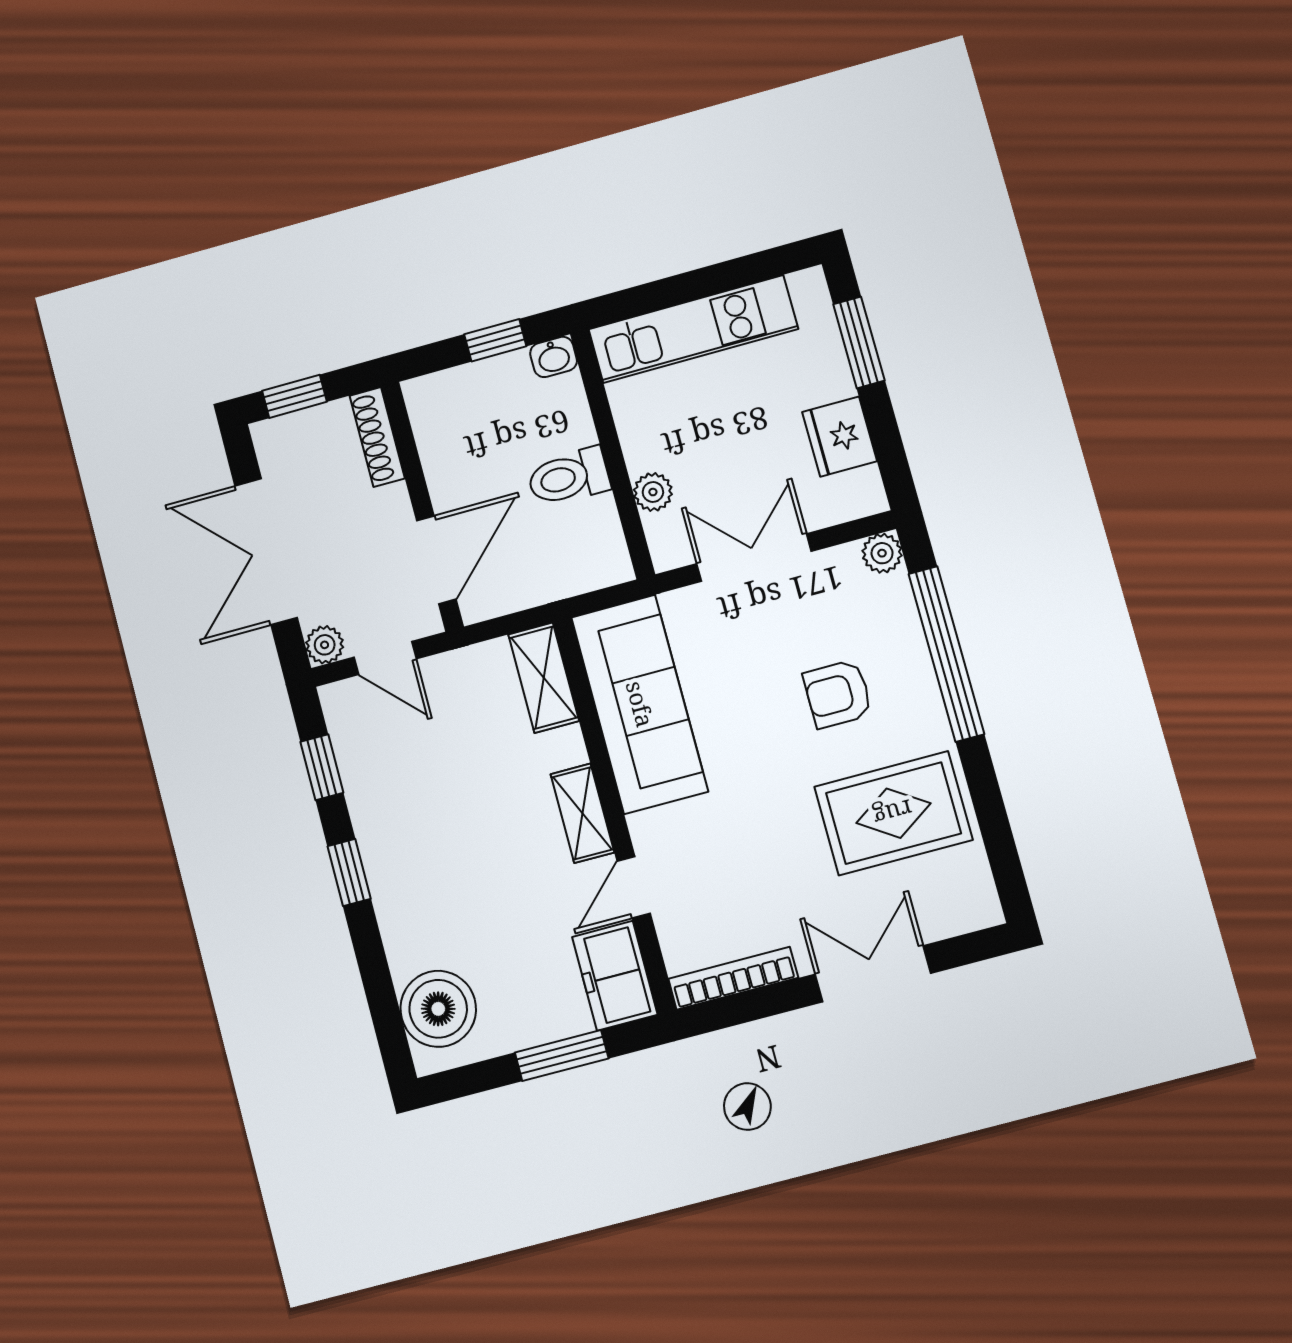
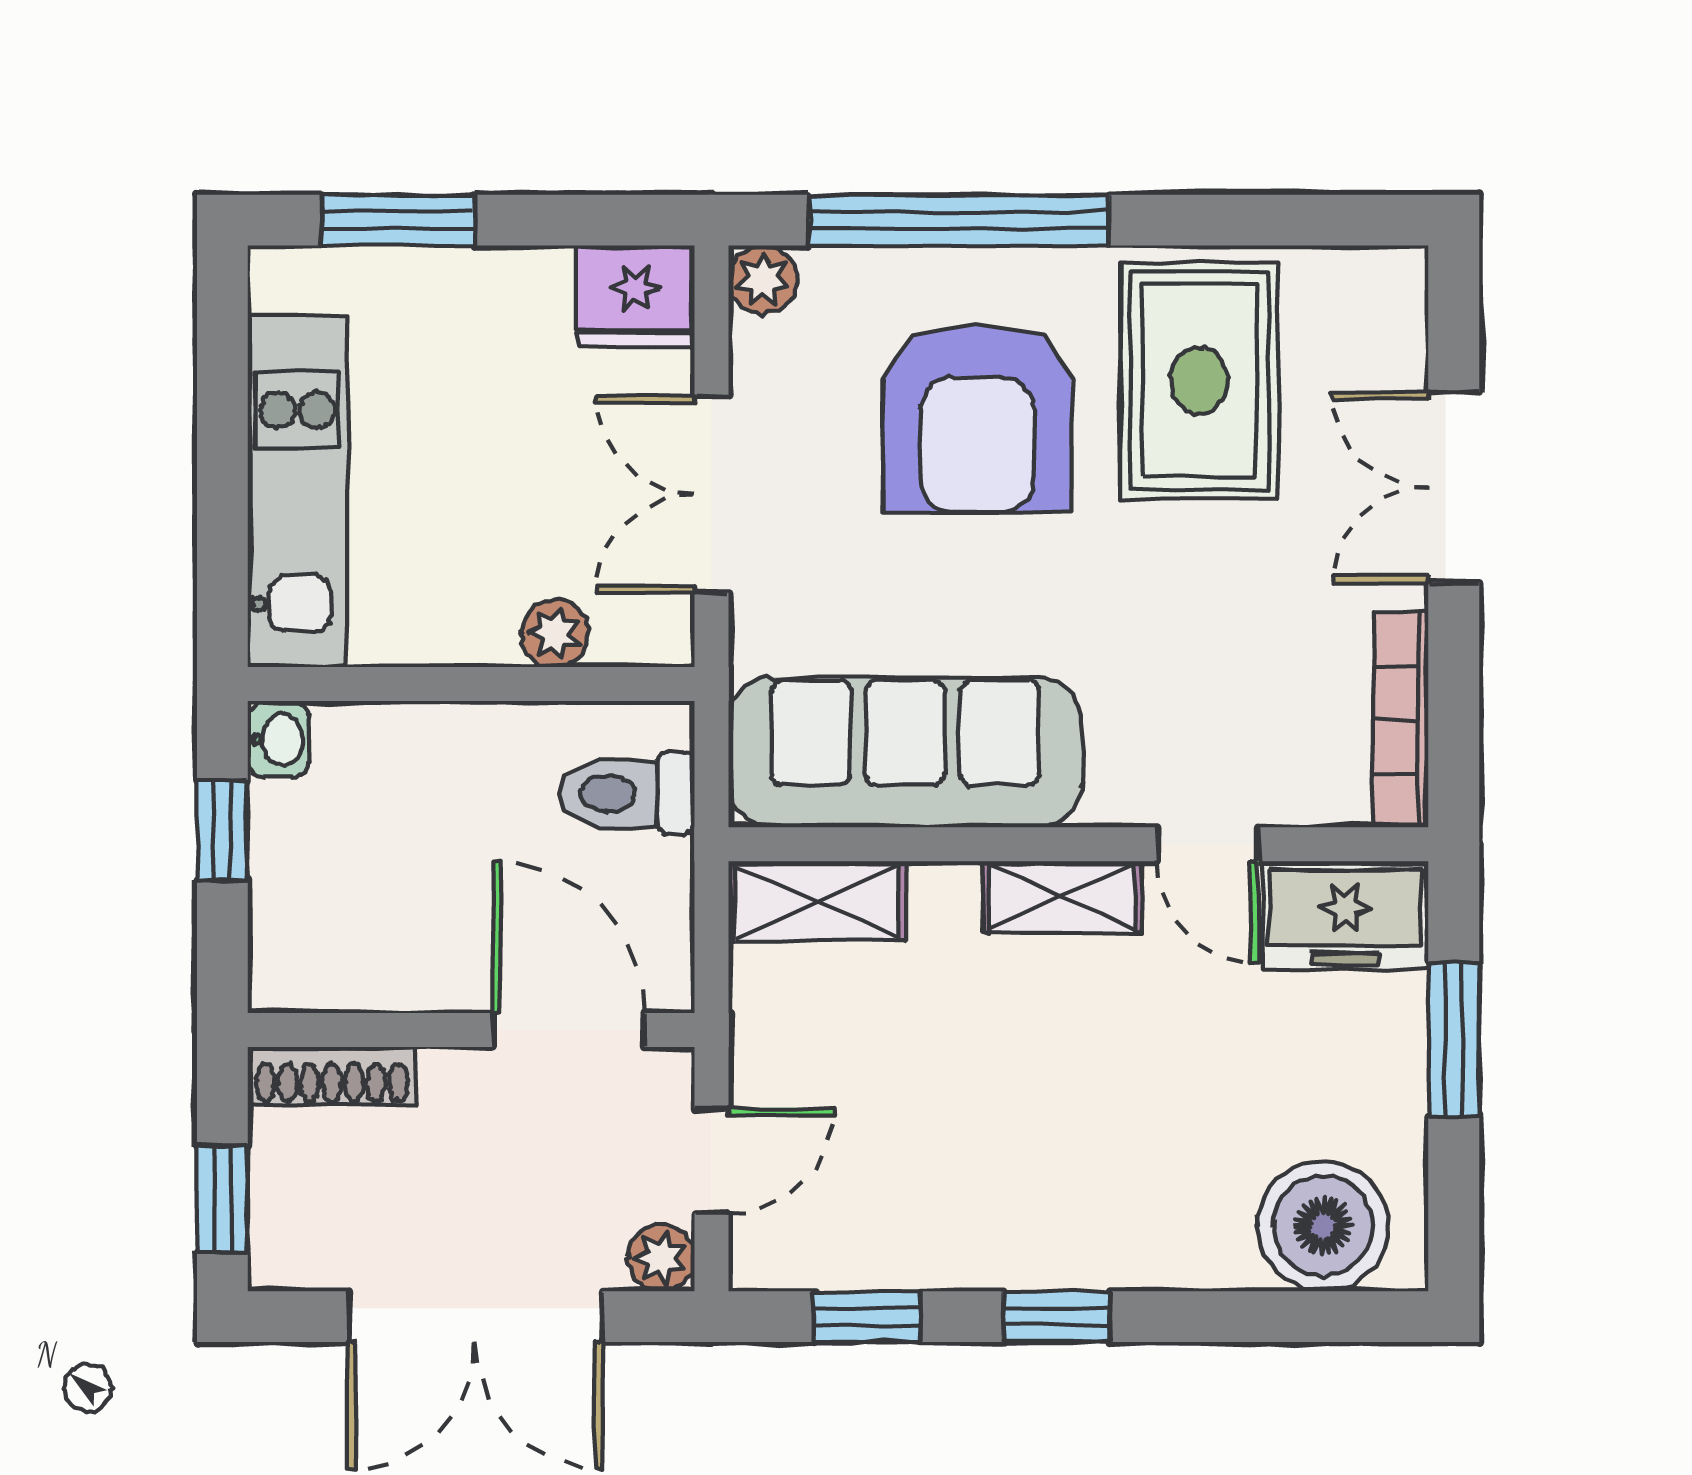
fridge: (840, 437) -> (636, 296), moved
toilet: (568, 477) -> (627, 793), moved, turned 90
armchair: (838, 694) -> (977, 418), width x1.88, depth x1.88

